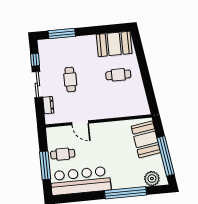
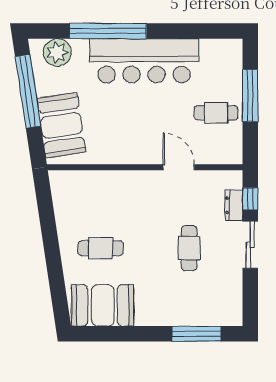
window: (35, 60) -> (250, 199), moved
bar counter: (81, 181) -> (144, 61), moved

